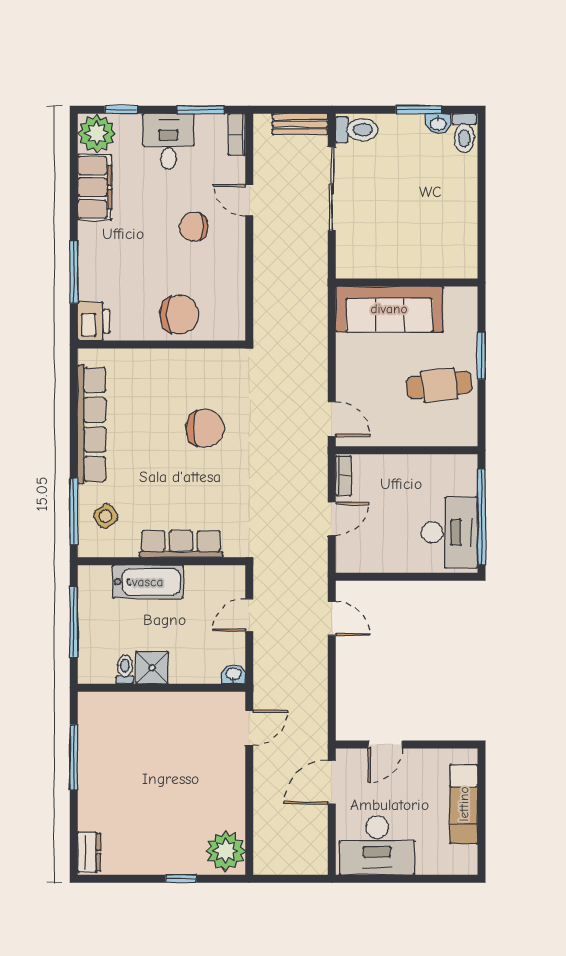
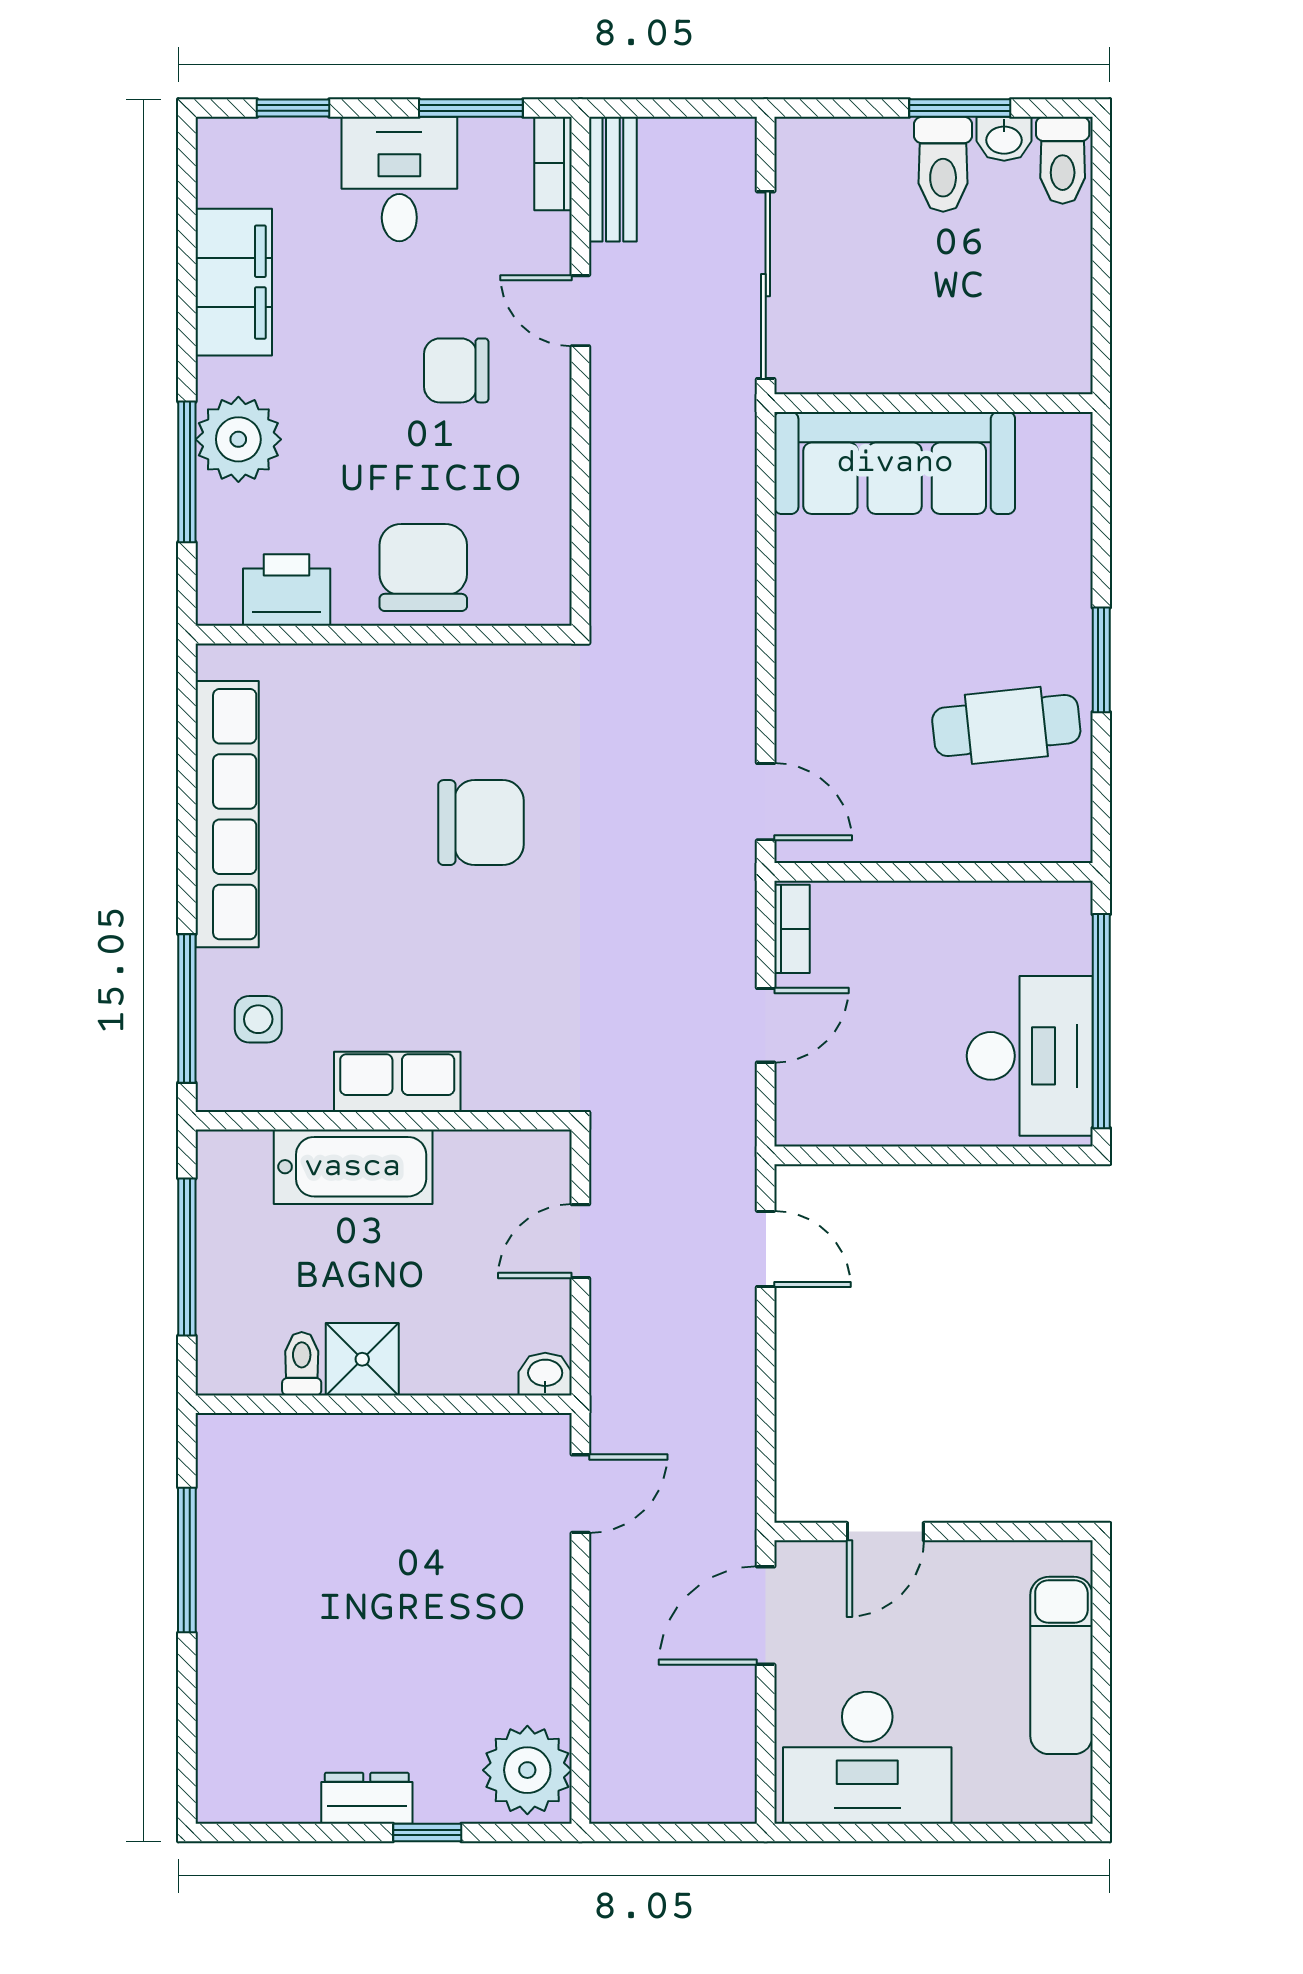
bench: (300, 124) -> (613, 179), moved, turned 90
toilet: (357, 130) -> (943, 164), moved, turned 90
plant: (97, 133) -> (238, 439), moved
wall: (407, 283) -> (933, 403), moved
sofa: (389, 309) -> (895, 463), moved
chair: (179, 315) -> (423, 568), turned -90
printer: (94, 321) -> (287, 590), moved, turned -90
side table: (106, 516) -> (258, 1019), turned 35
row of seats: (181, 544) -> (397, 1082), width x0.68
dresser: (89, 852) -> (367, 1798), moved, turned -90

